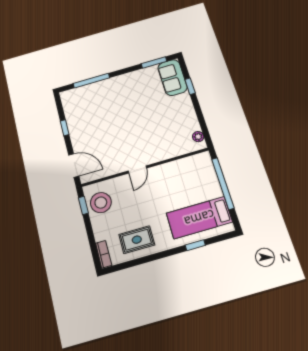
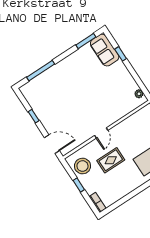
window: (83, 205) -> (79, 185), moved
rug: (137, 240) -> (111, 160), moved

